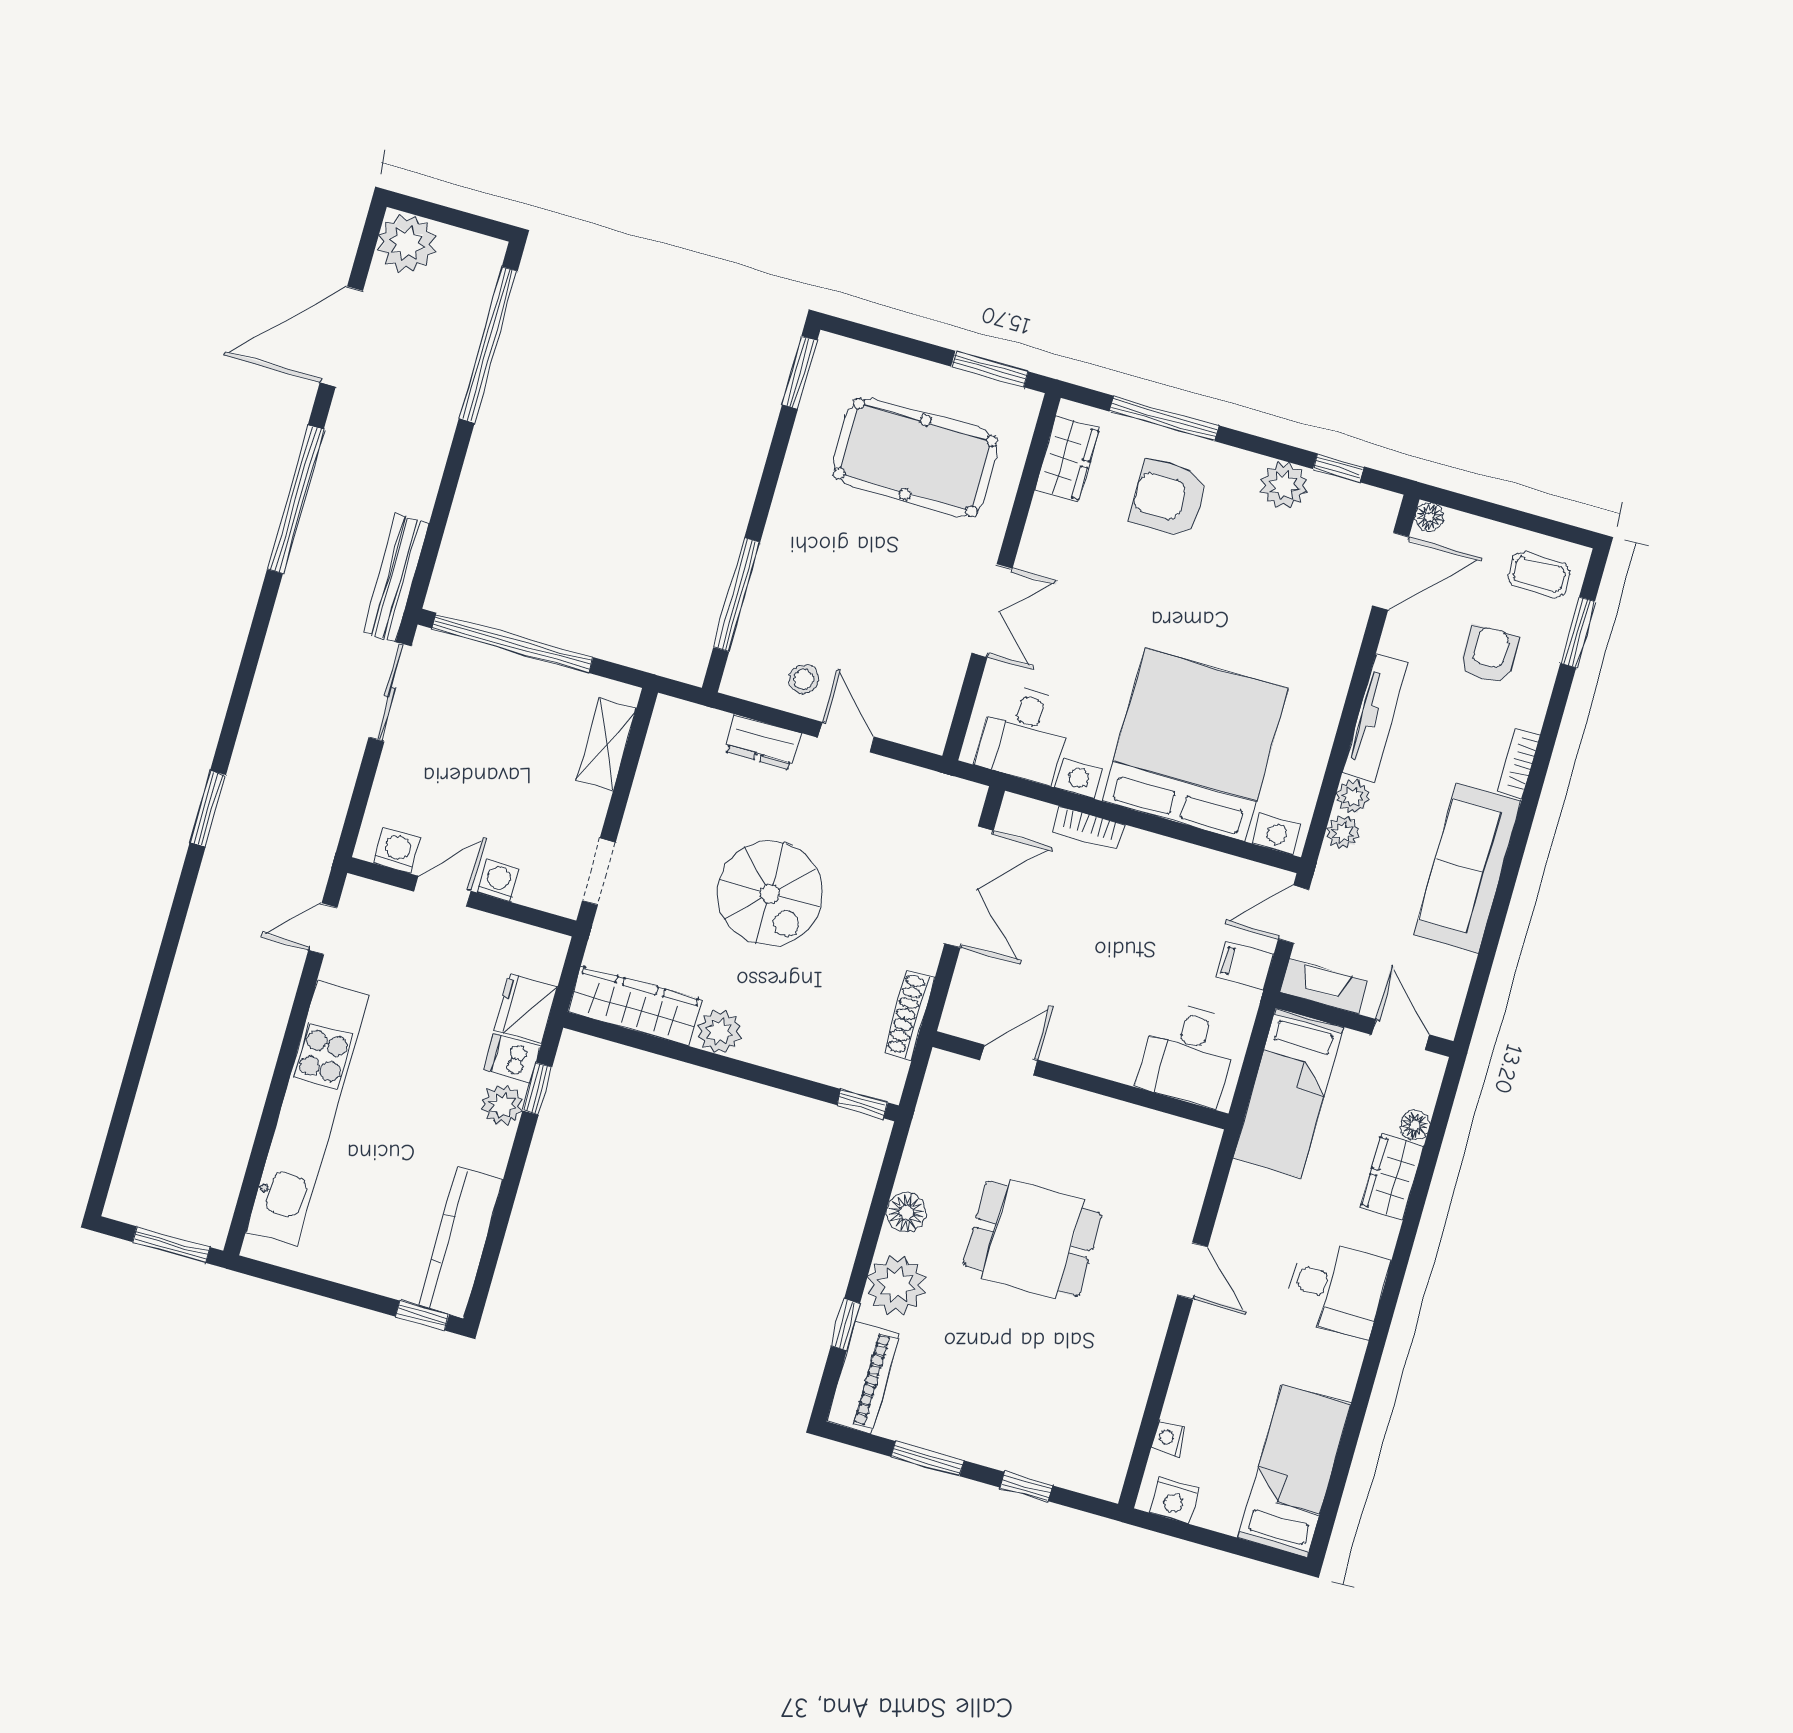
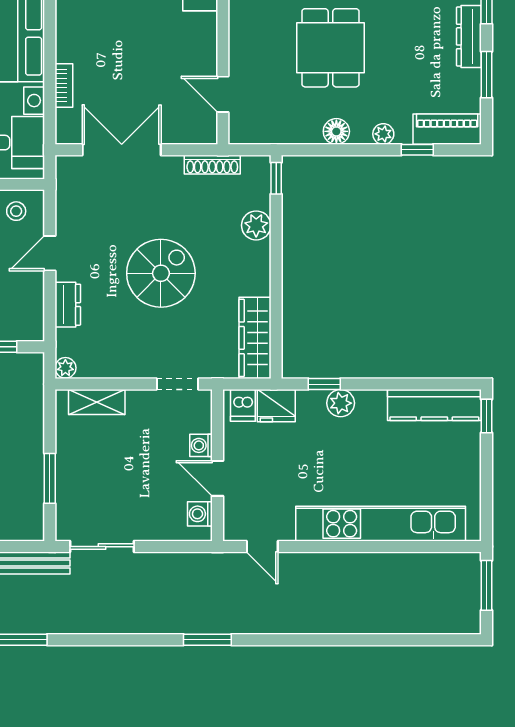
window: (513, 643) -> (50, 478), width x0.47
stool: (804, 679) -> (16, 211), moved
plant: (670, 712) -> (65, 368), added
plant: (719, 1031) -> (256, 225), moved
dishwasher: (512, 1058) -> (243, 405), moved
plant: (896, 1285) -> (383, 134), width x0.53, depth x0.53
dresser: (991, 1449) -> (469, 36), added

